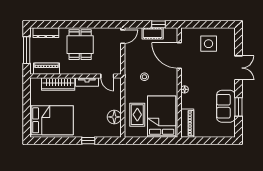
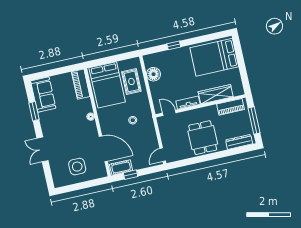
cot: (153, 33) -> (121, 167), moved
sofa: (226, 106) -> (43, 95), moved

